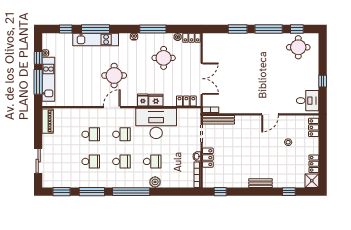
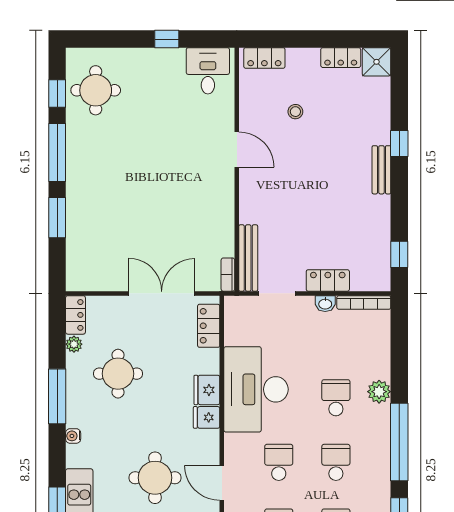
window: (289, 192) -> (399, 144), moved

